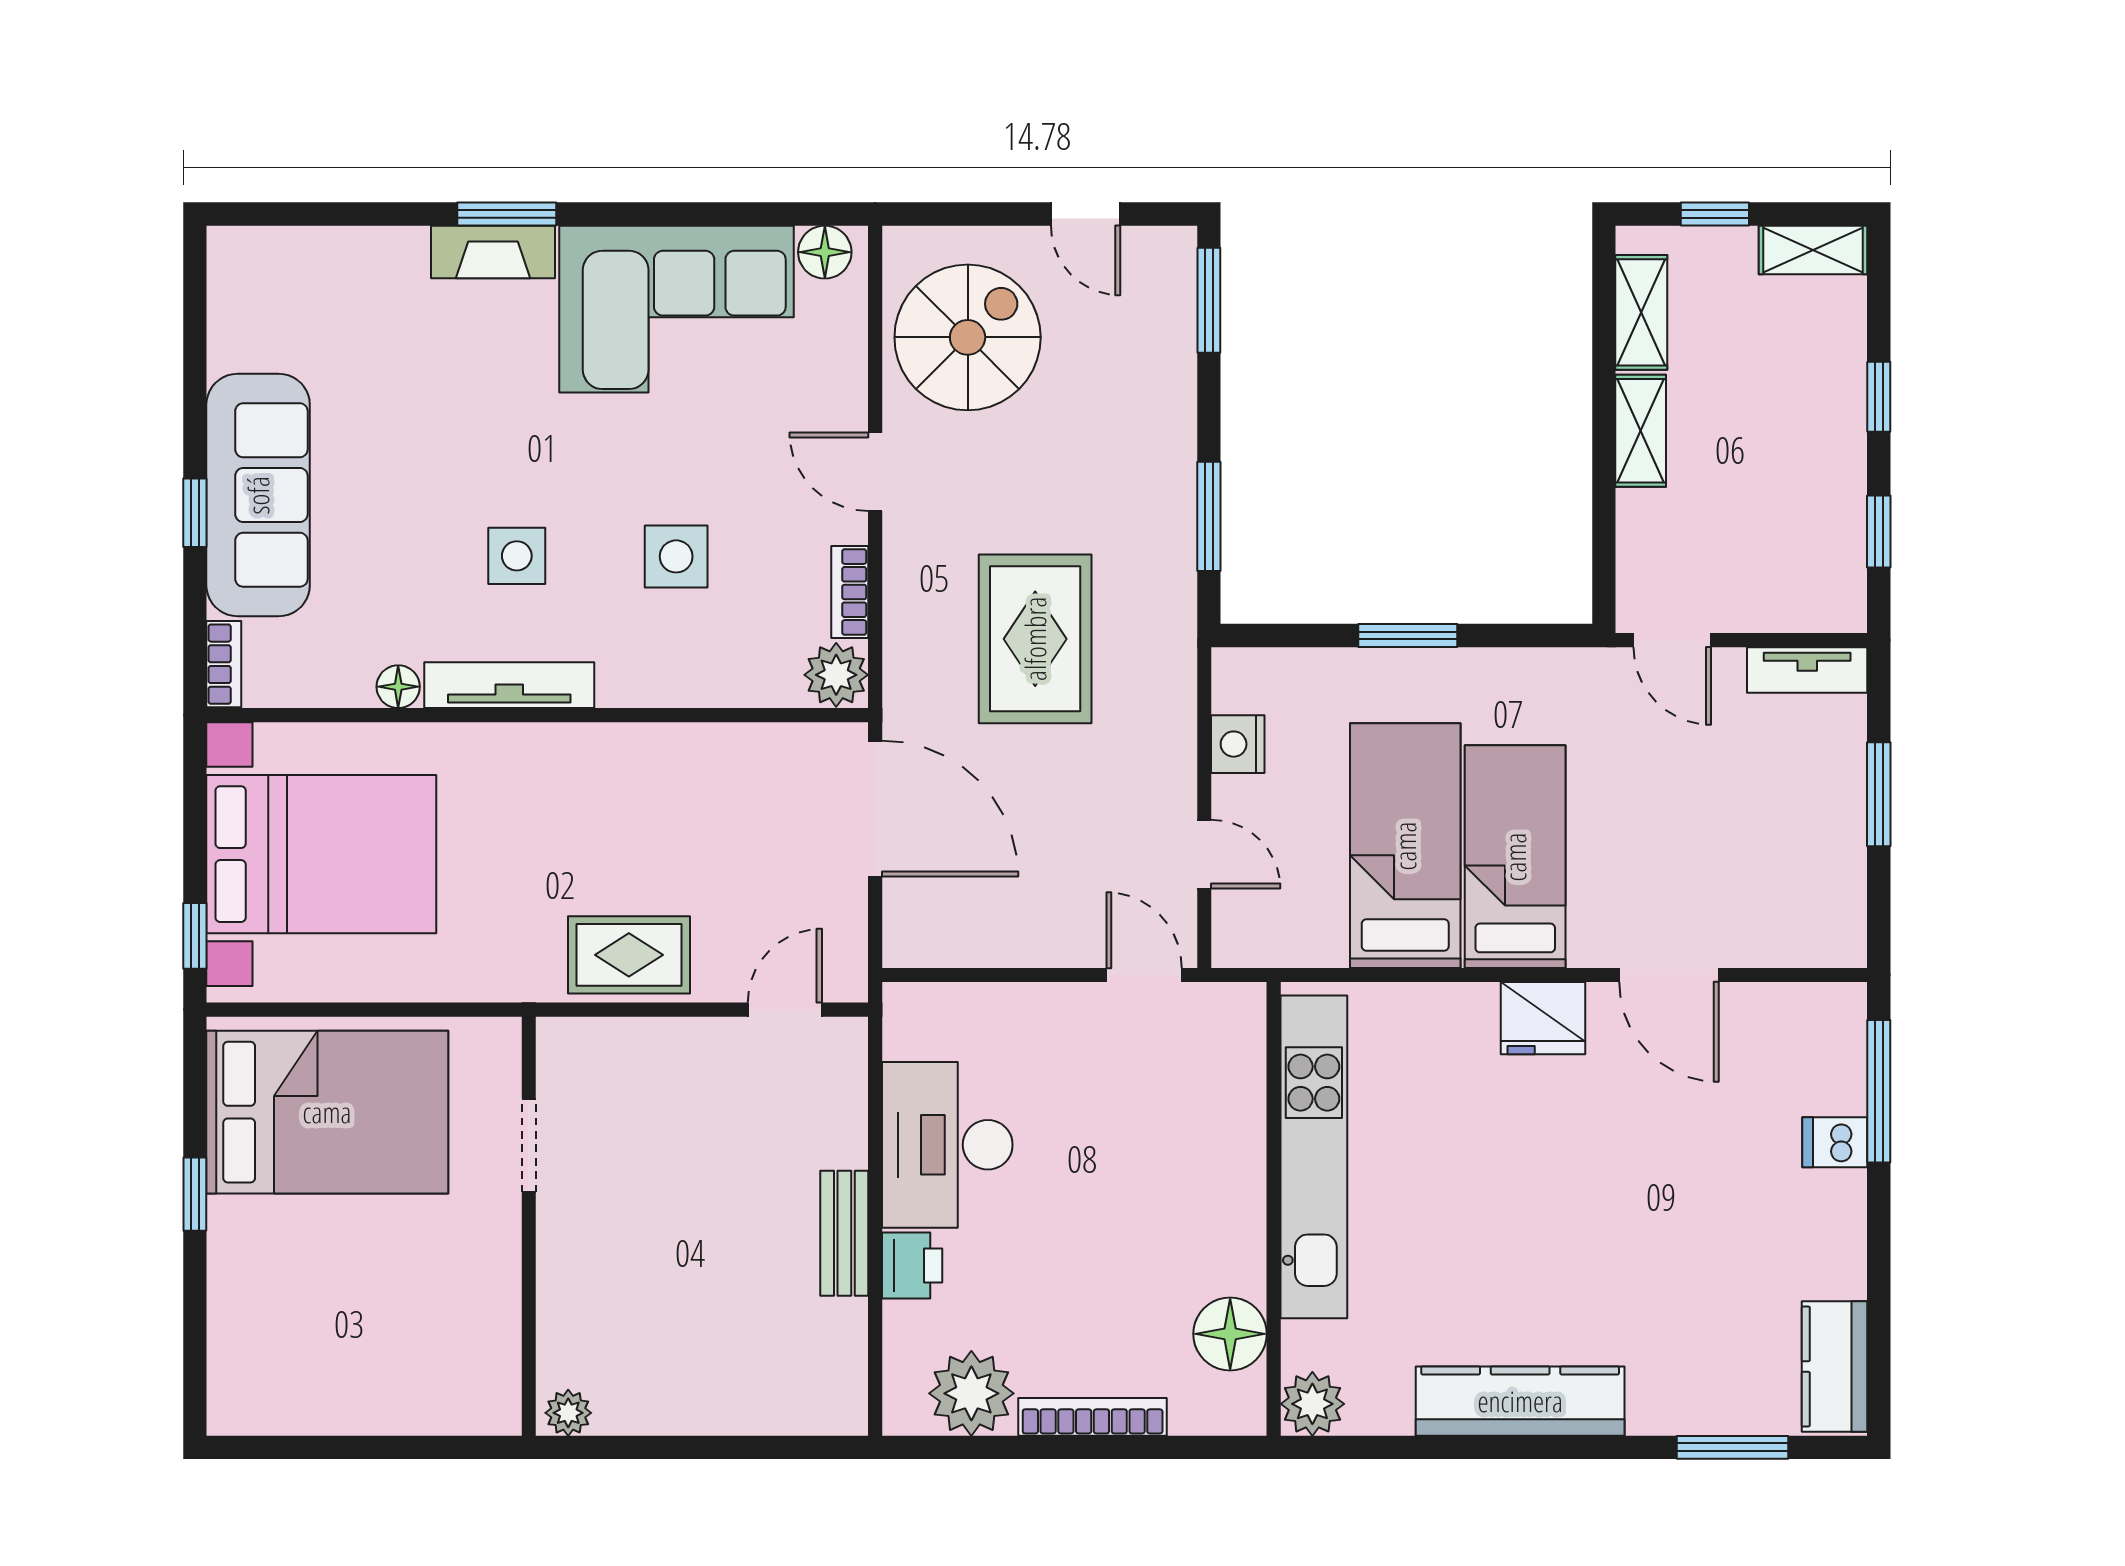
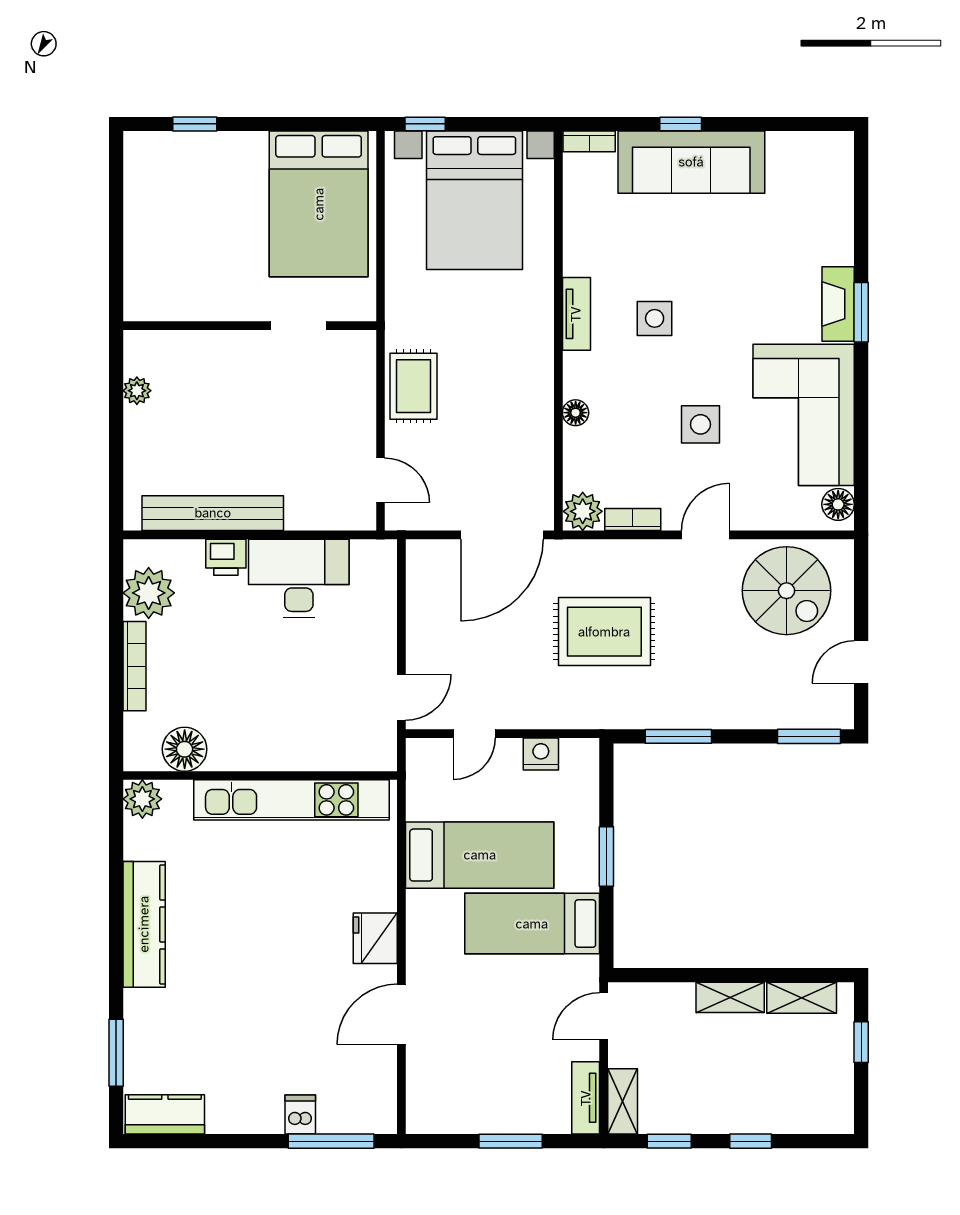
shelving: (1813, 250) -> (623, 1101), moved
side table: (676, 556) -> (700, 424), moved
tv unit: (509, 685) -> (576, 314), width x0.71
floor lamp: (398, 687) -> (576, 413), moved
bed: (1515, 857) -> (532, 924), moved, turned 180
window: (195, 1194) -> (195, 124), moved
bench: (844, 1233) -> (213, 513), width x1.86, depth x1.21
plant: (568, 1413) -> (137, 391), moved

